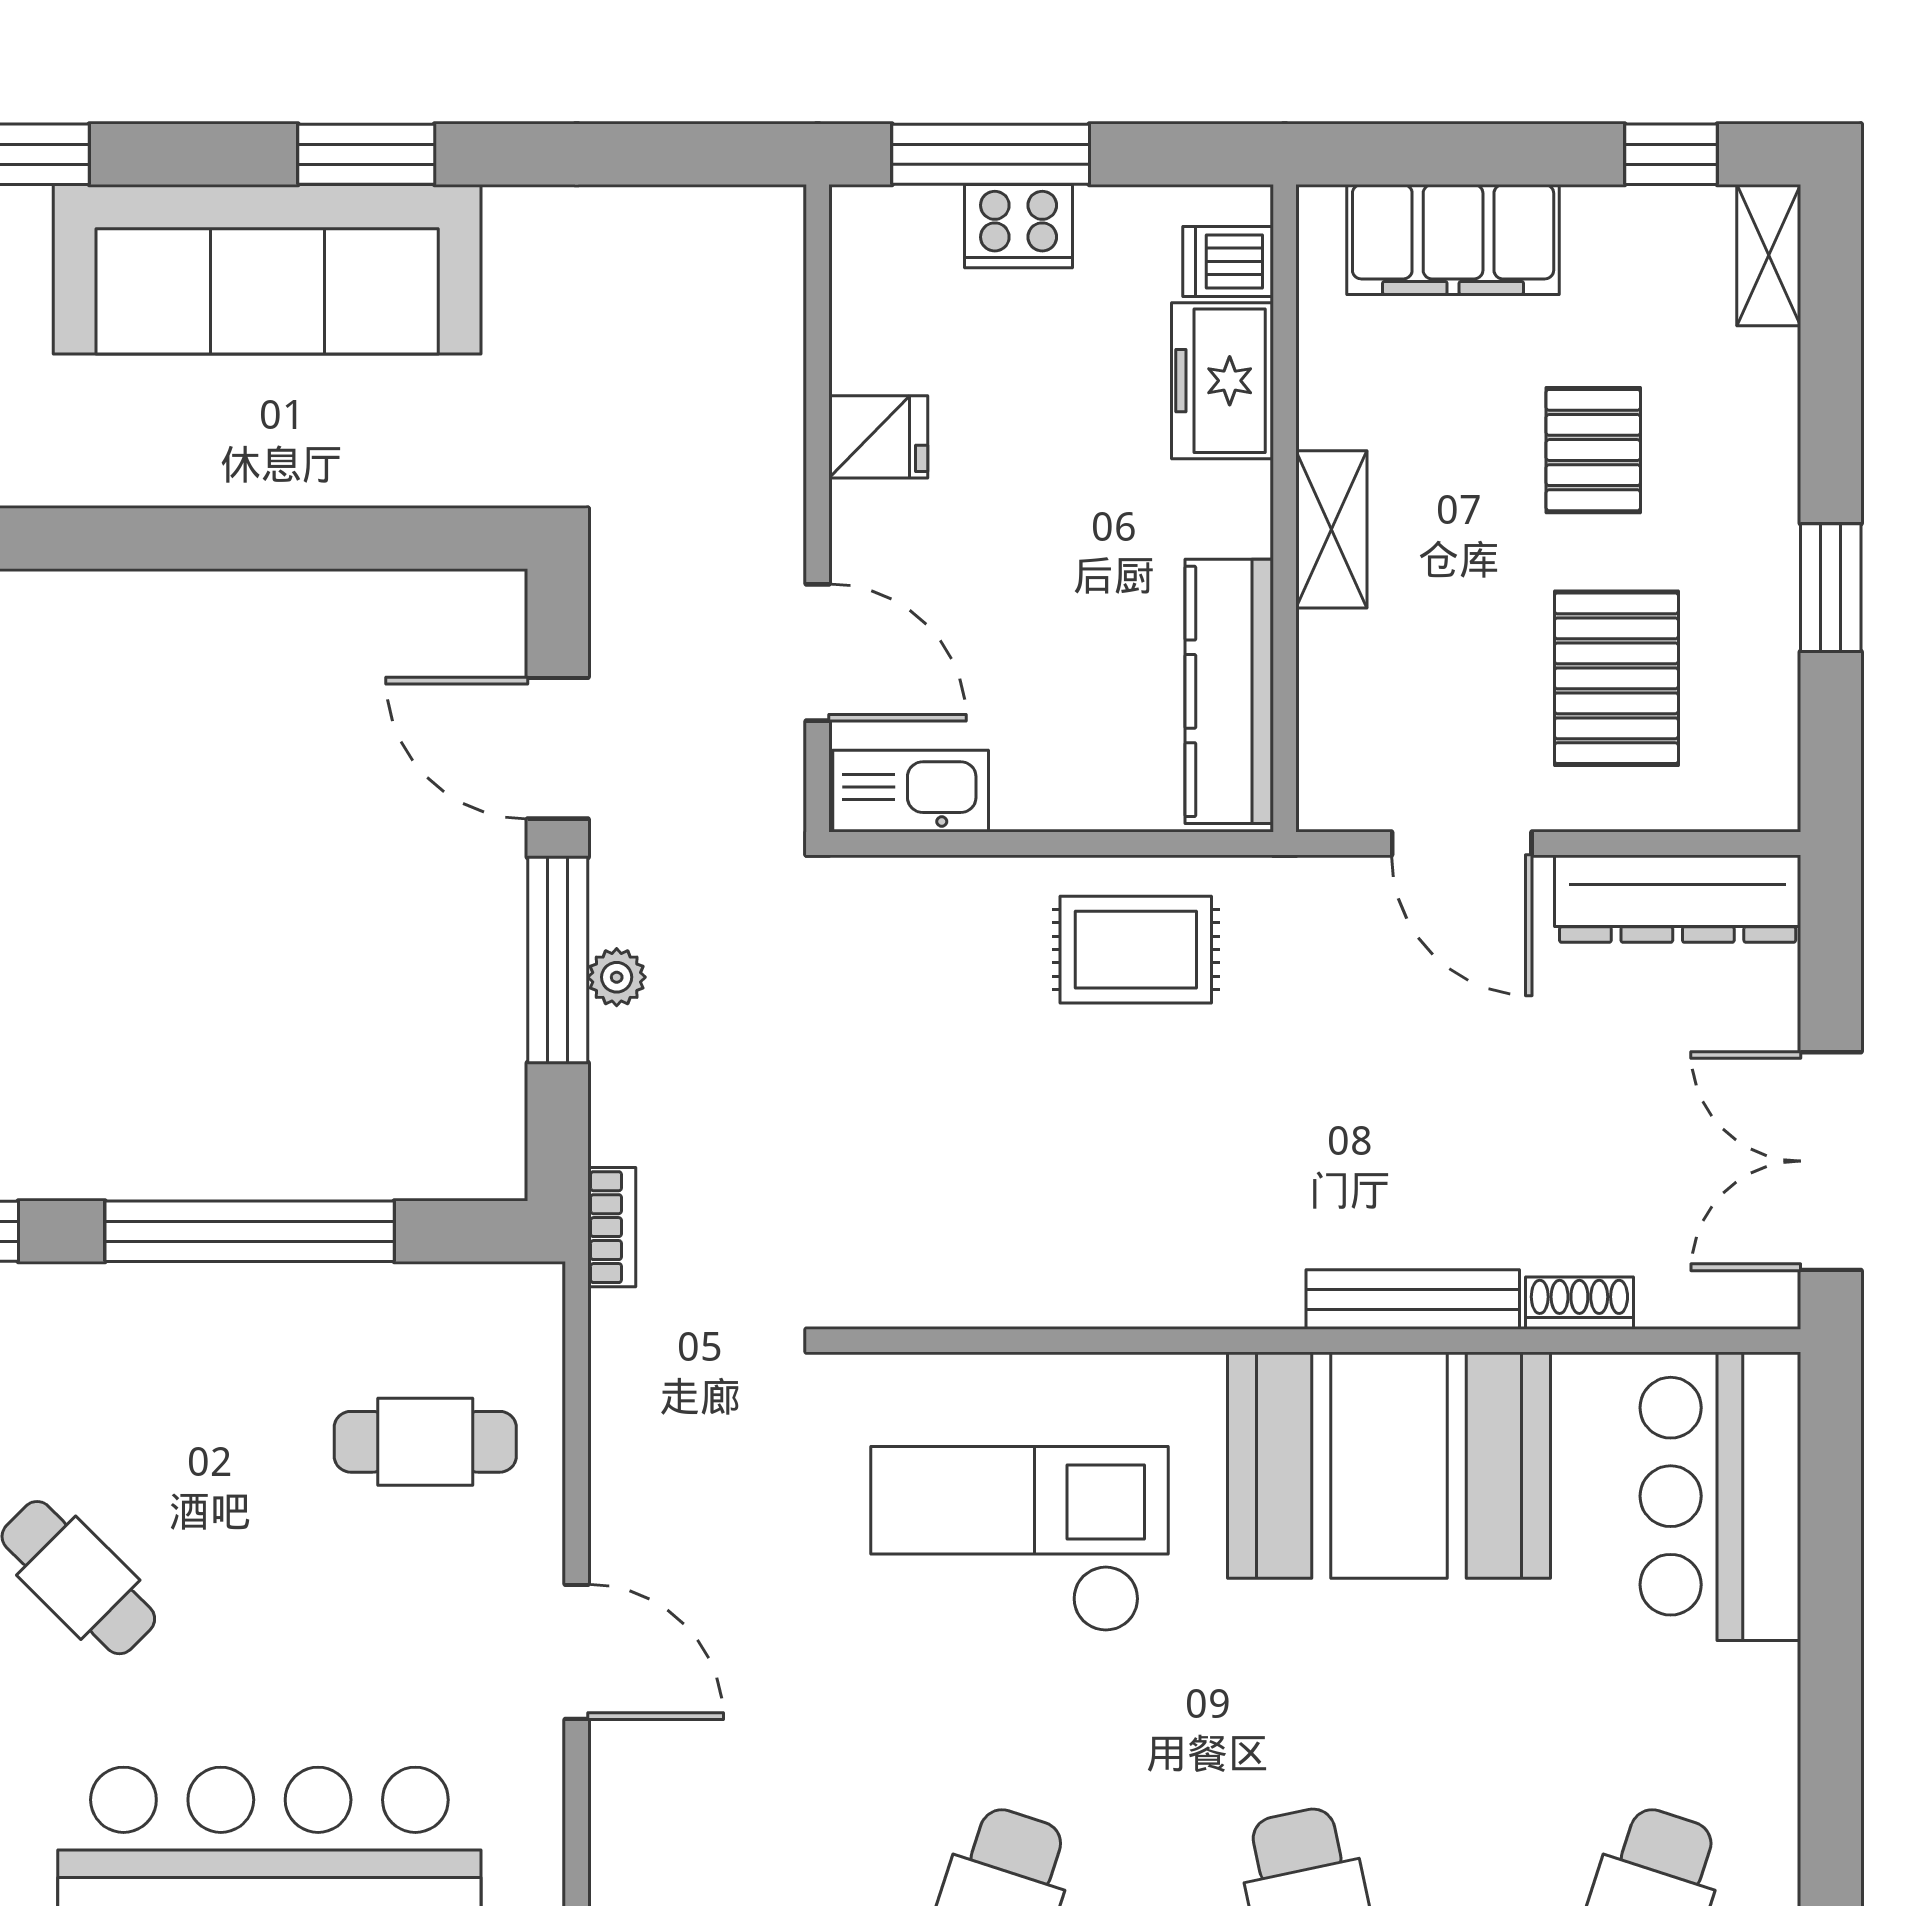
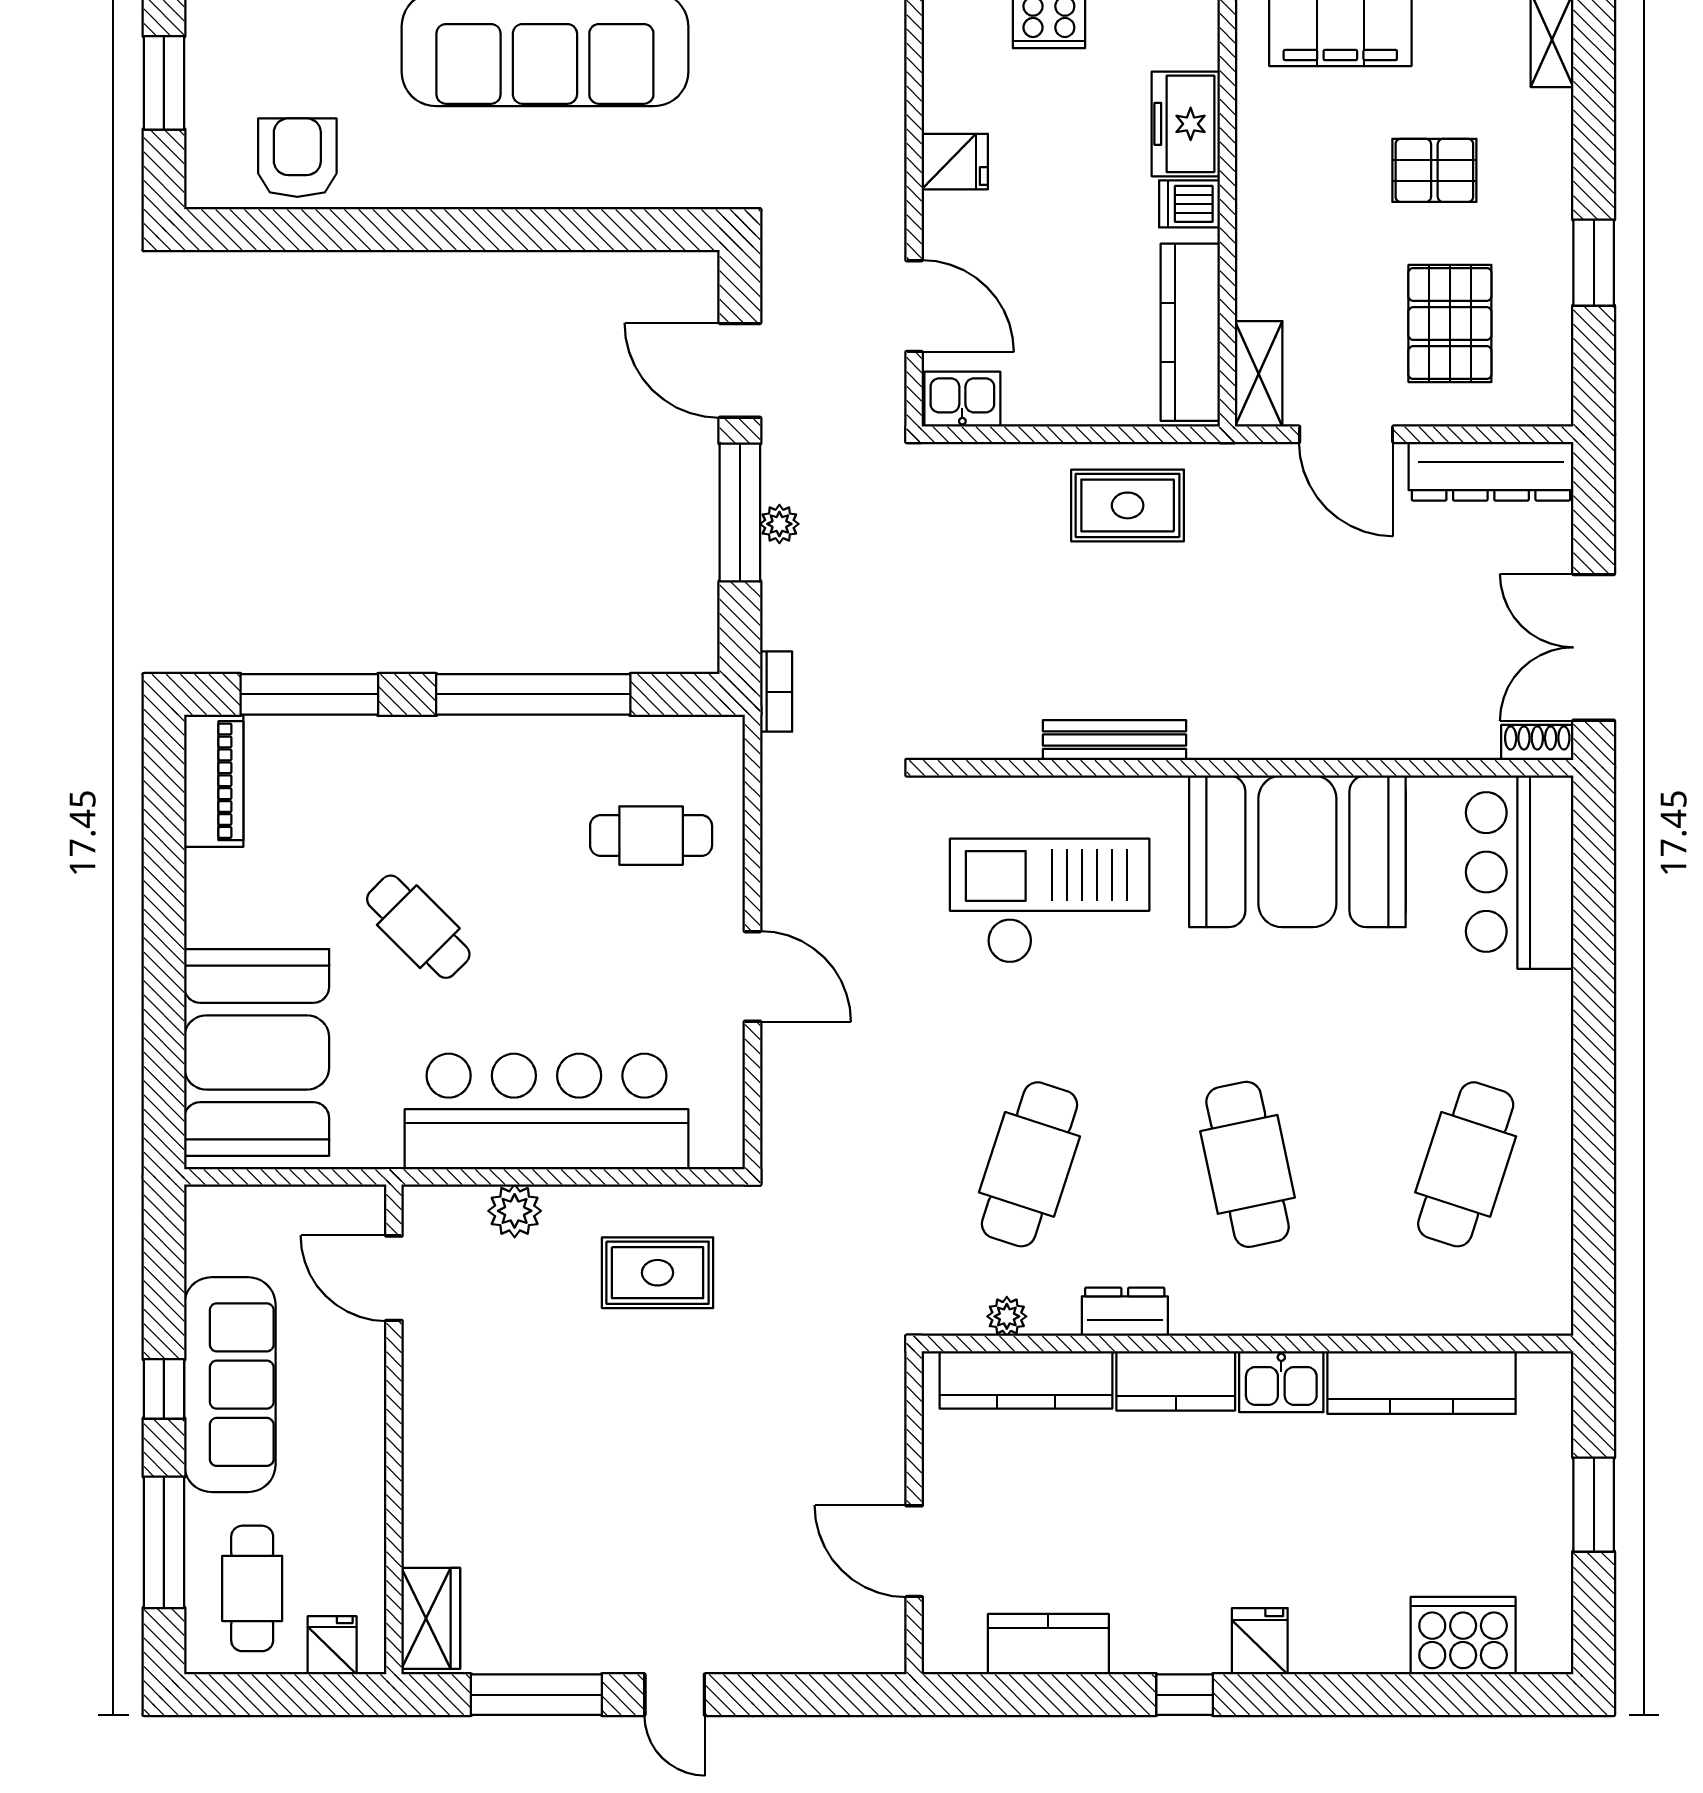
dishwasher: (1228, 261) -> (1189, 204), moved
pallet: (1593, 450) -> (1434, 170), turned 90
shelving: (1331, 529) -> (1259, 374), moved
kitchen sink: (911, 791) -> (962, 399), width x0.73
bench: (1413, 1299) -> (1115, 740), moved
shoe rack: (1579, 1303) -> (1537, 743), moved

